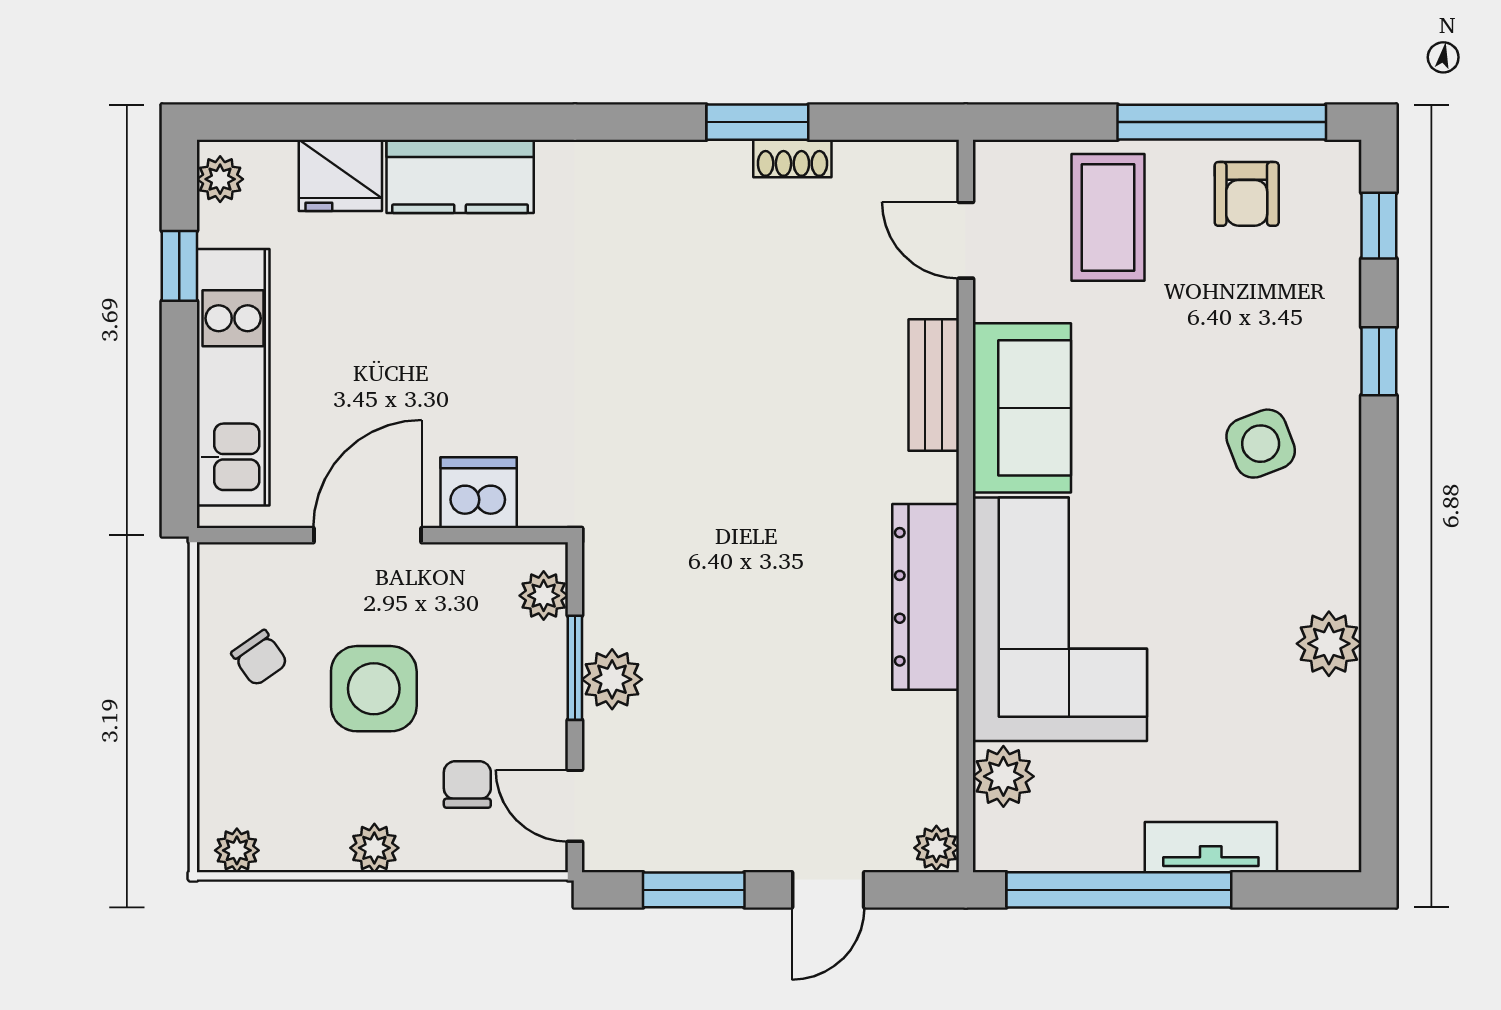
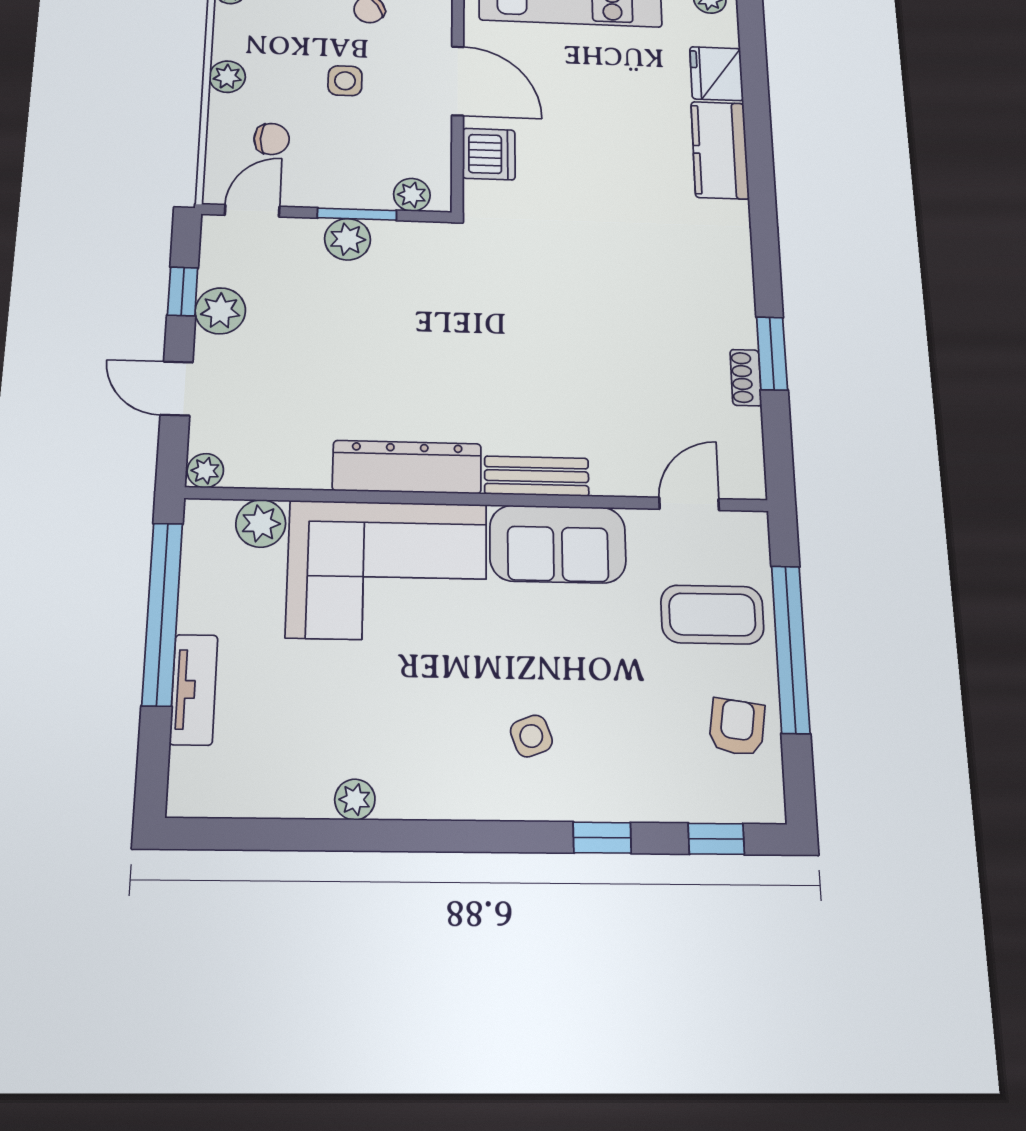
window: (1222, 122) -> (791, 649), moved
armchair: (1247, 194) -> (737, 727), turned 98
bench: (934, 385) -> (537, 476), moved
side table: (1261, 444) -> (531, 736), width x0.73, depth x0.73
plant: (1329, 644) -> (355, 800), width x0.73, depth x0.73
side table: (374, 689) -> (345, 81), width x0.54, depth x0.54
plant: (720, 840) -> (220, 311), added
window: (694, 890) -> (183, 291), width x0.67

